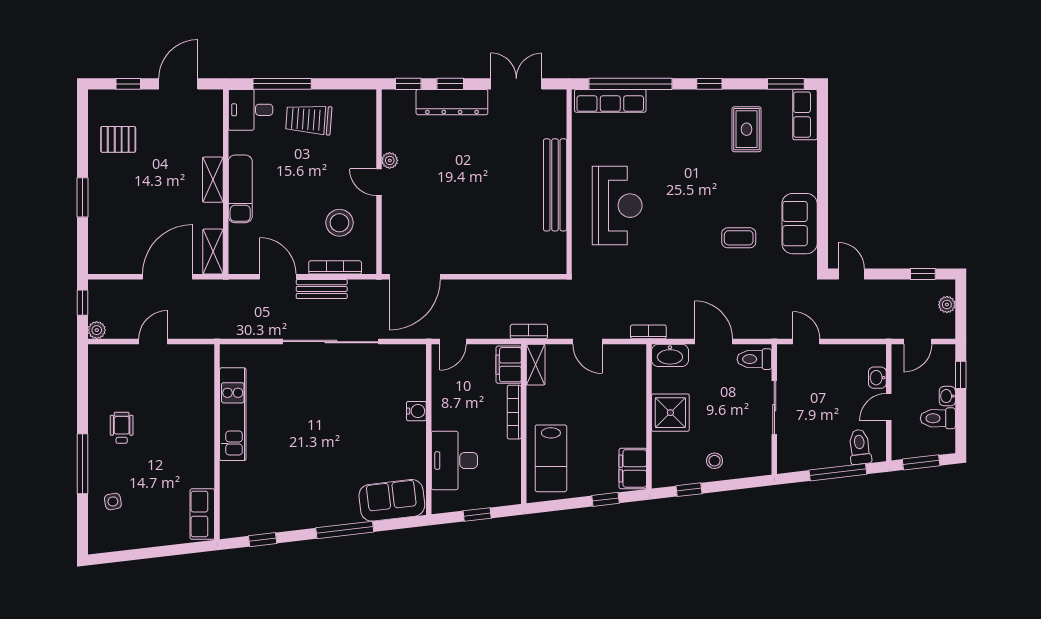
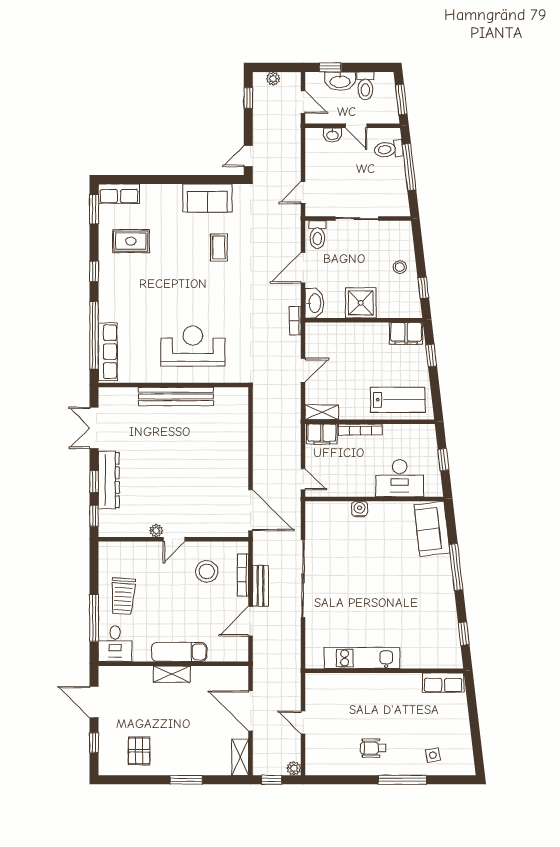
shelving: (213, 252) -> (240, 757), moved, turned 90
bookcase: (529, 332) -> (295, 418), removed
washbasin: (947, 396) -> (340, 81), width x1.91, depth x1.45

